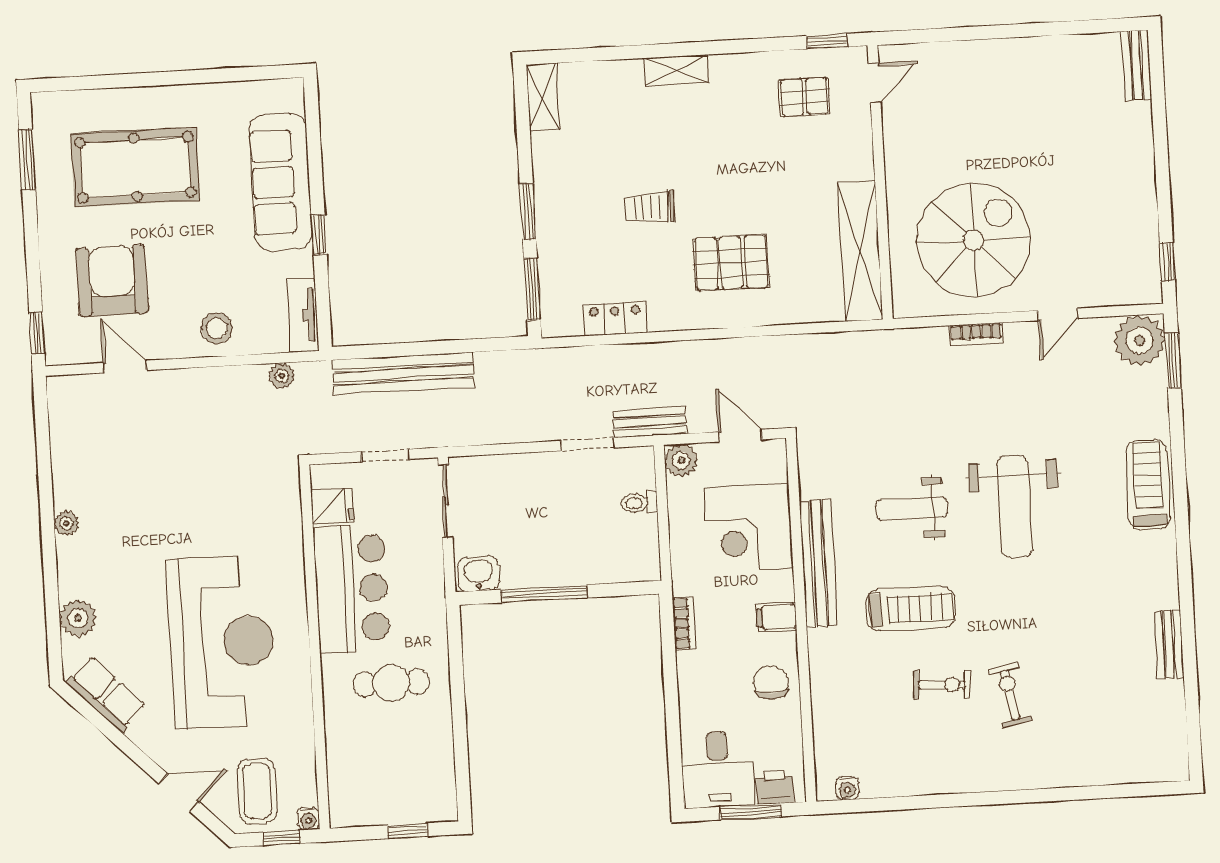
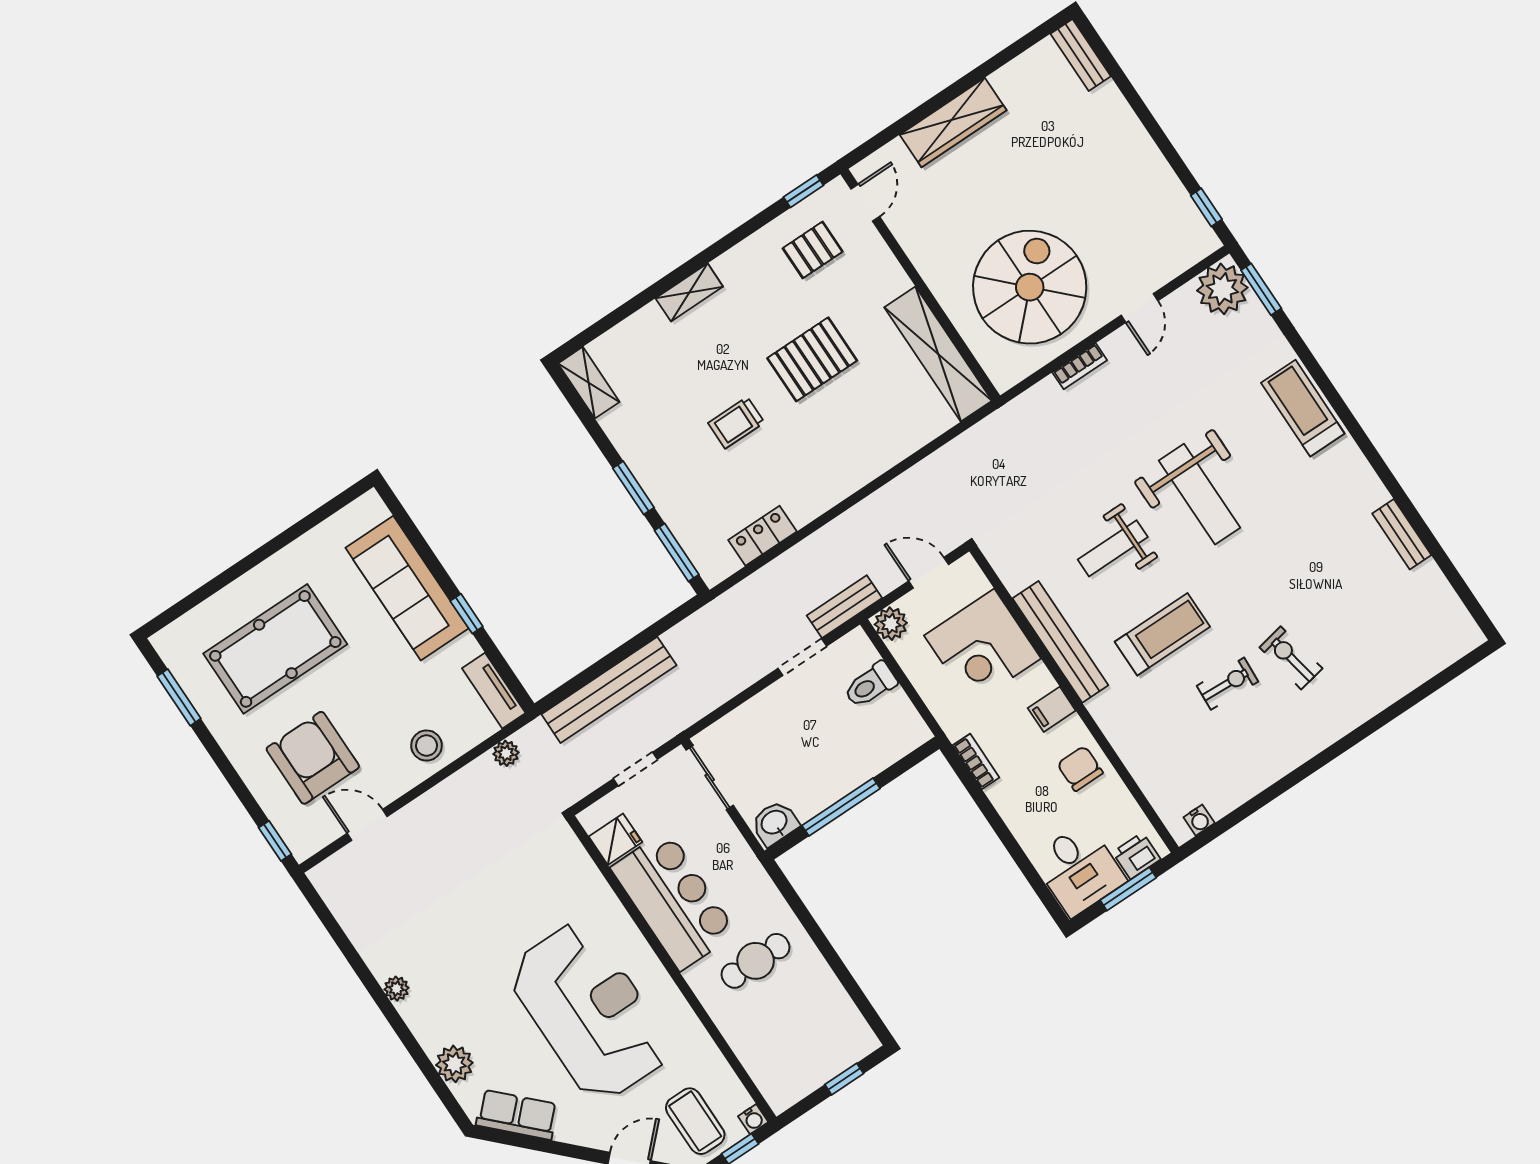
wardrobe: (992, 59) -> (953, 123), added
pallet: (731, 263) -> (812, 359), moved
toilet: (639, 503) -> (870, 685), width x1.37, depth x1.39

